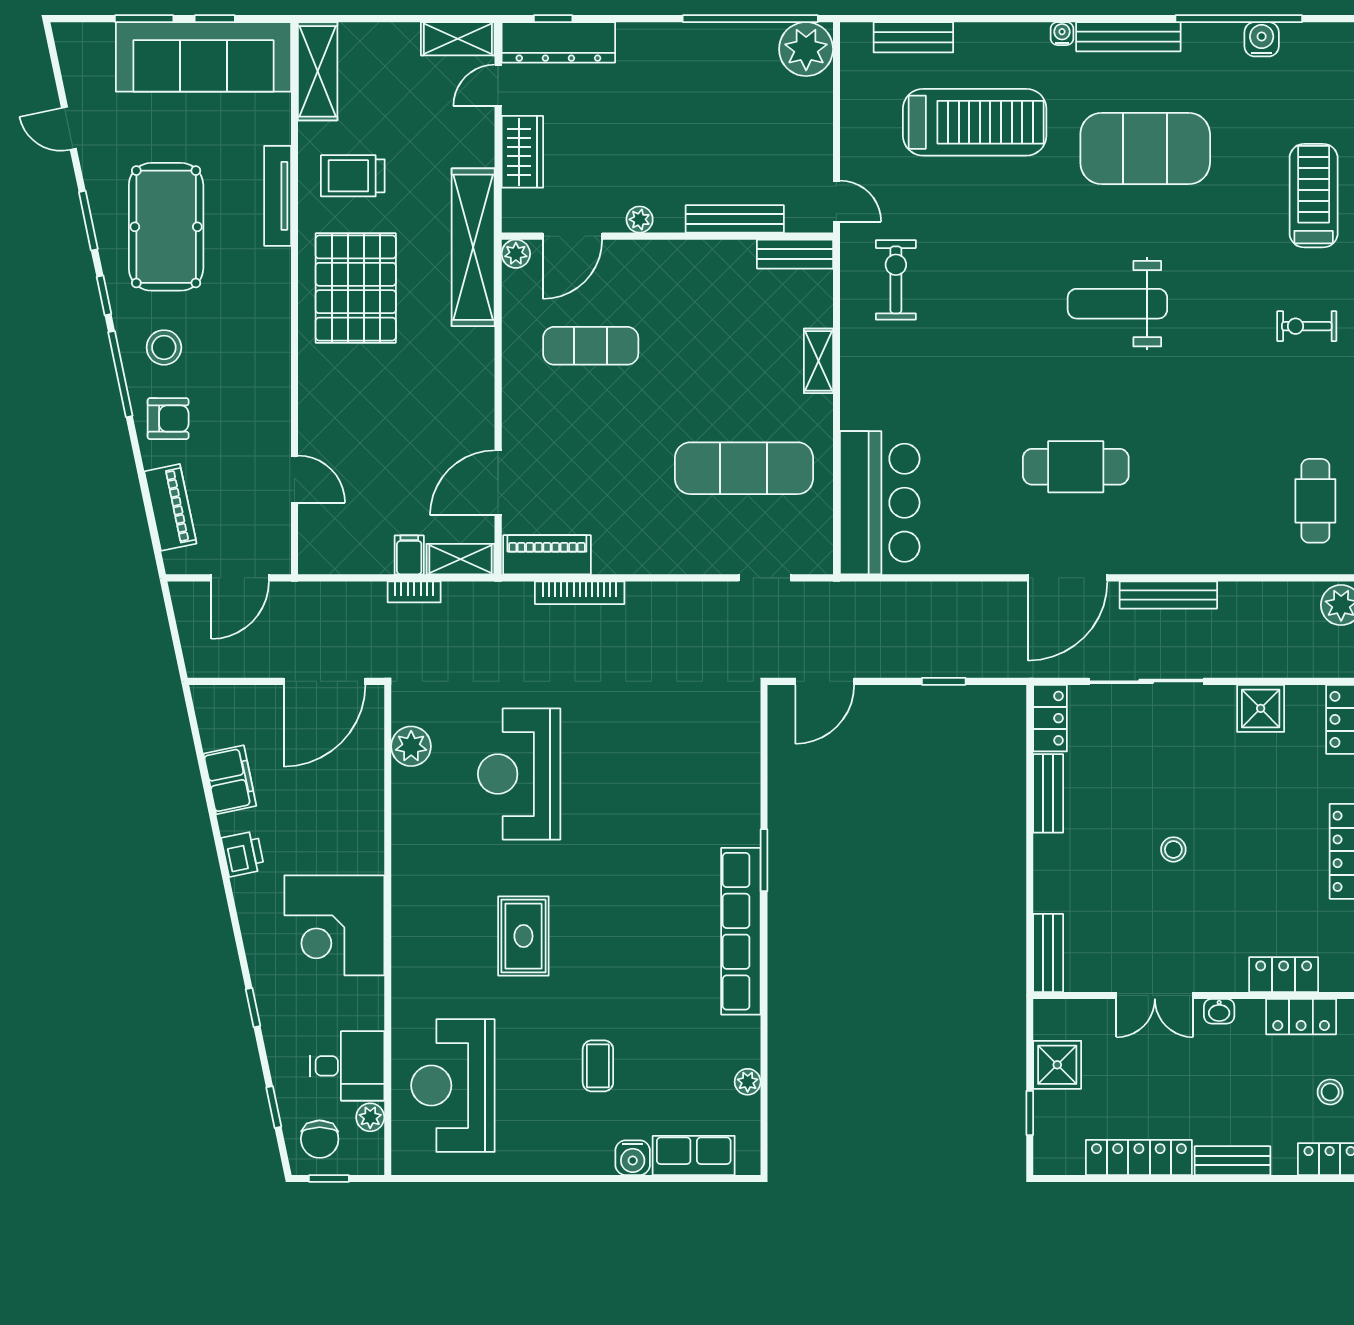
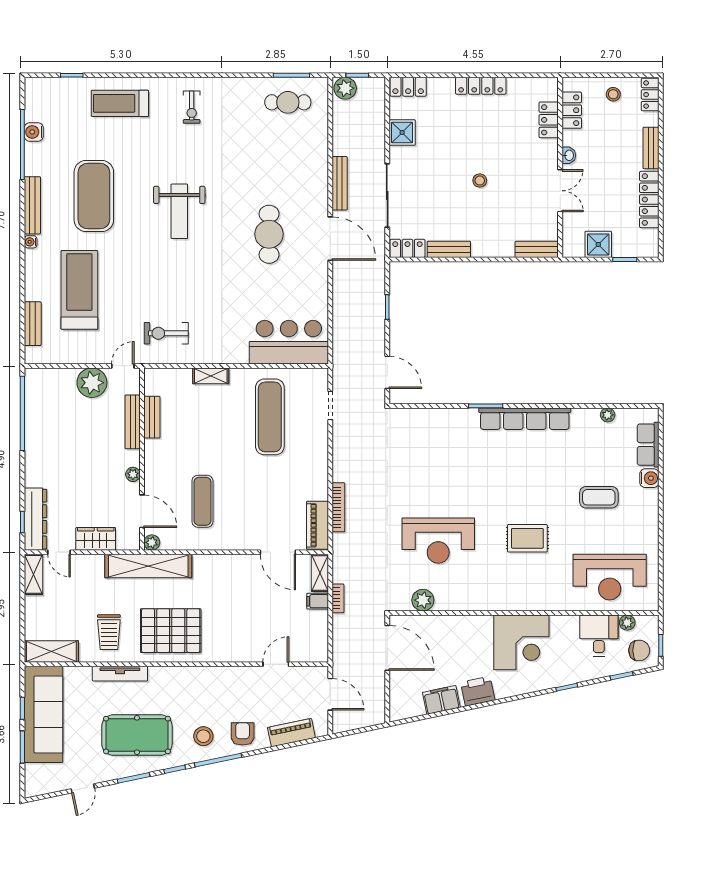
plant: (806, 49) -> (92, 383), moved
bench: (795, 254) -> (152, 417), moved
printer: (243, 854) -> (478, 691), width x1.36, depth x1.24
coffee table: (598, 1066) -> (599, 497), width x1.36, depth x1.30

